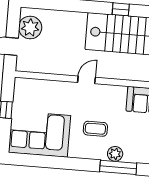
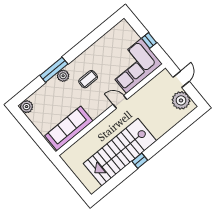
door: (87, 80) -> (120, 102), swing flipped
corner sofa: (39, 134) -> (134, 66), moved, turned 180

